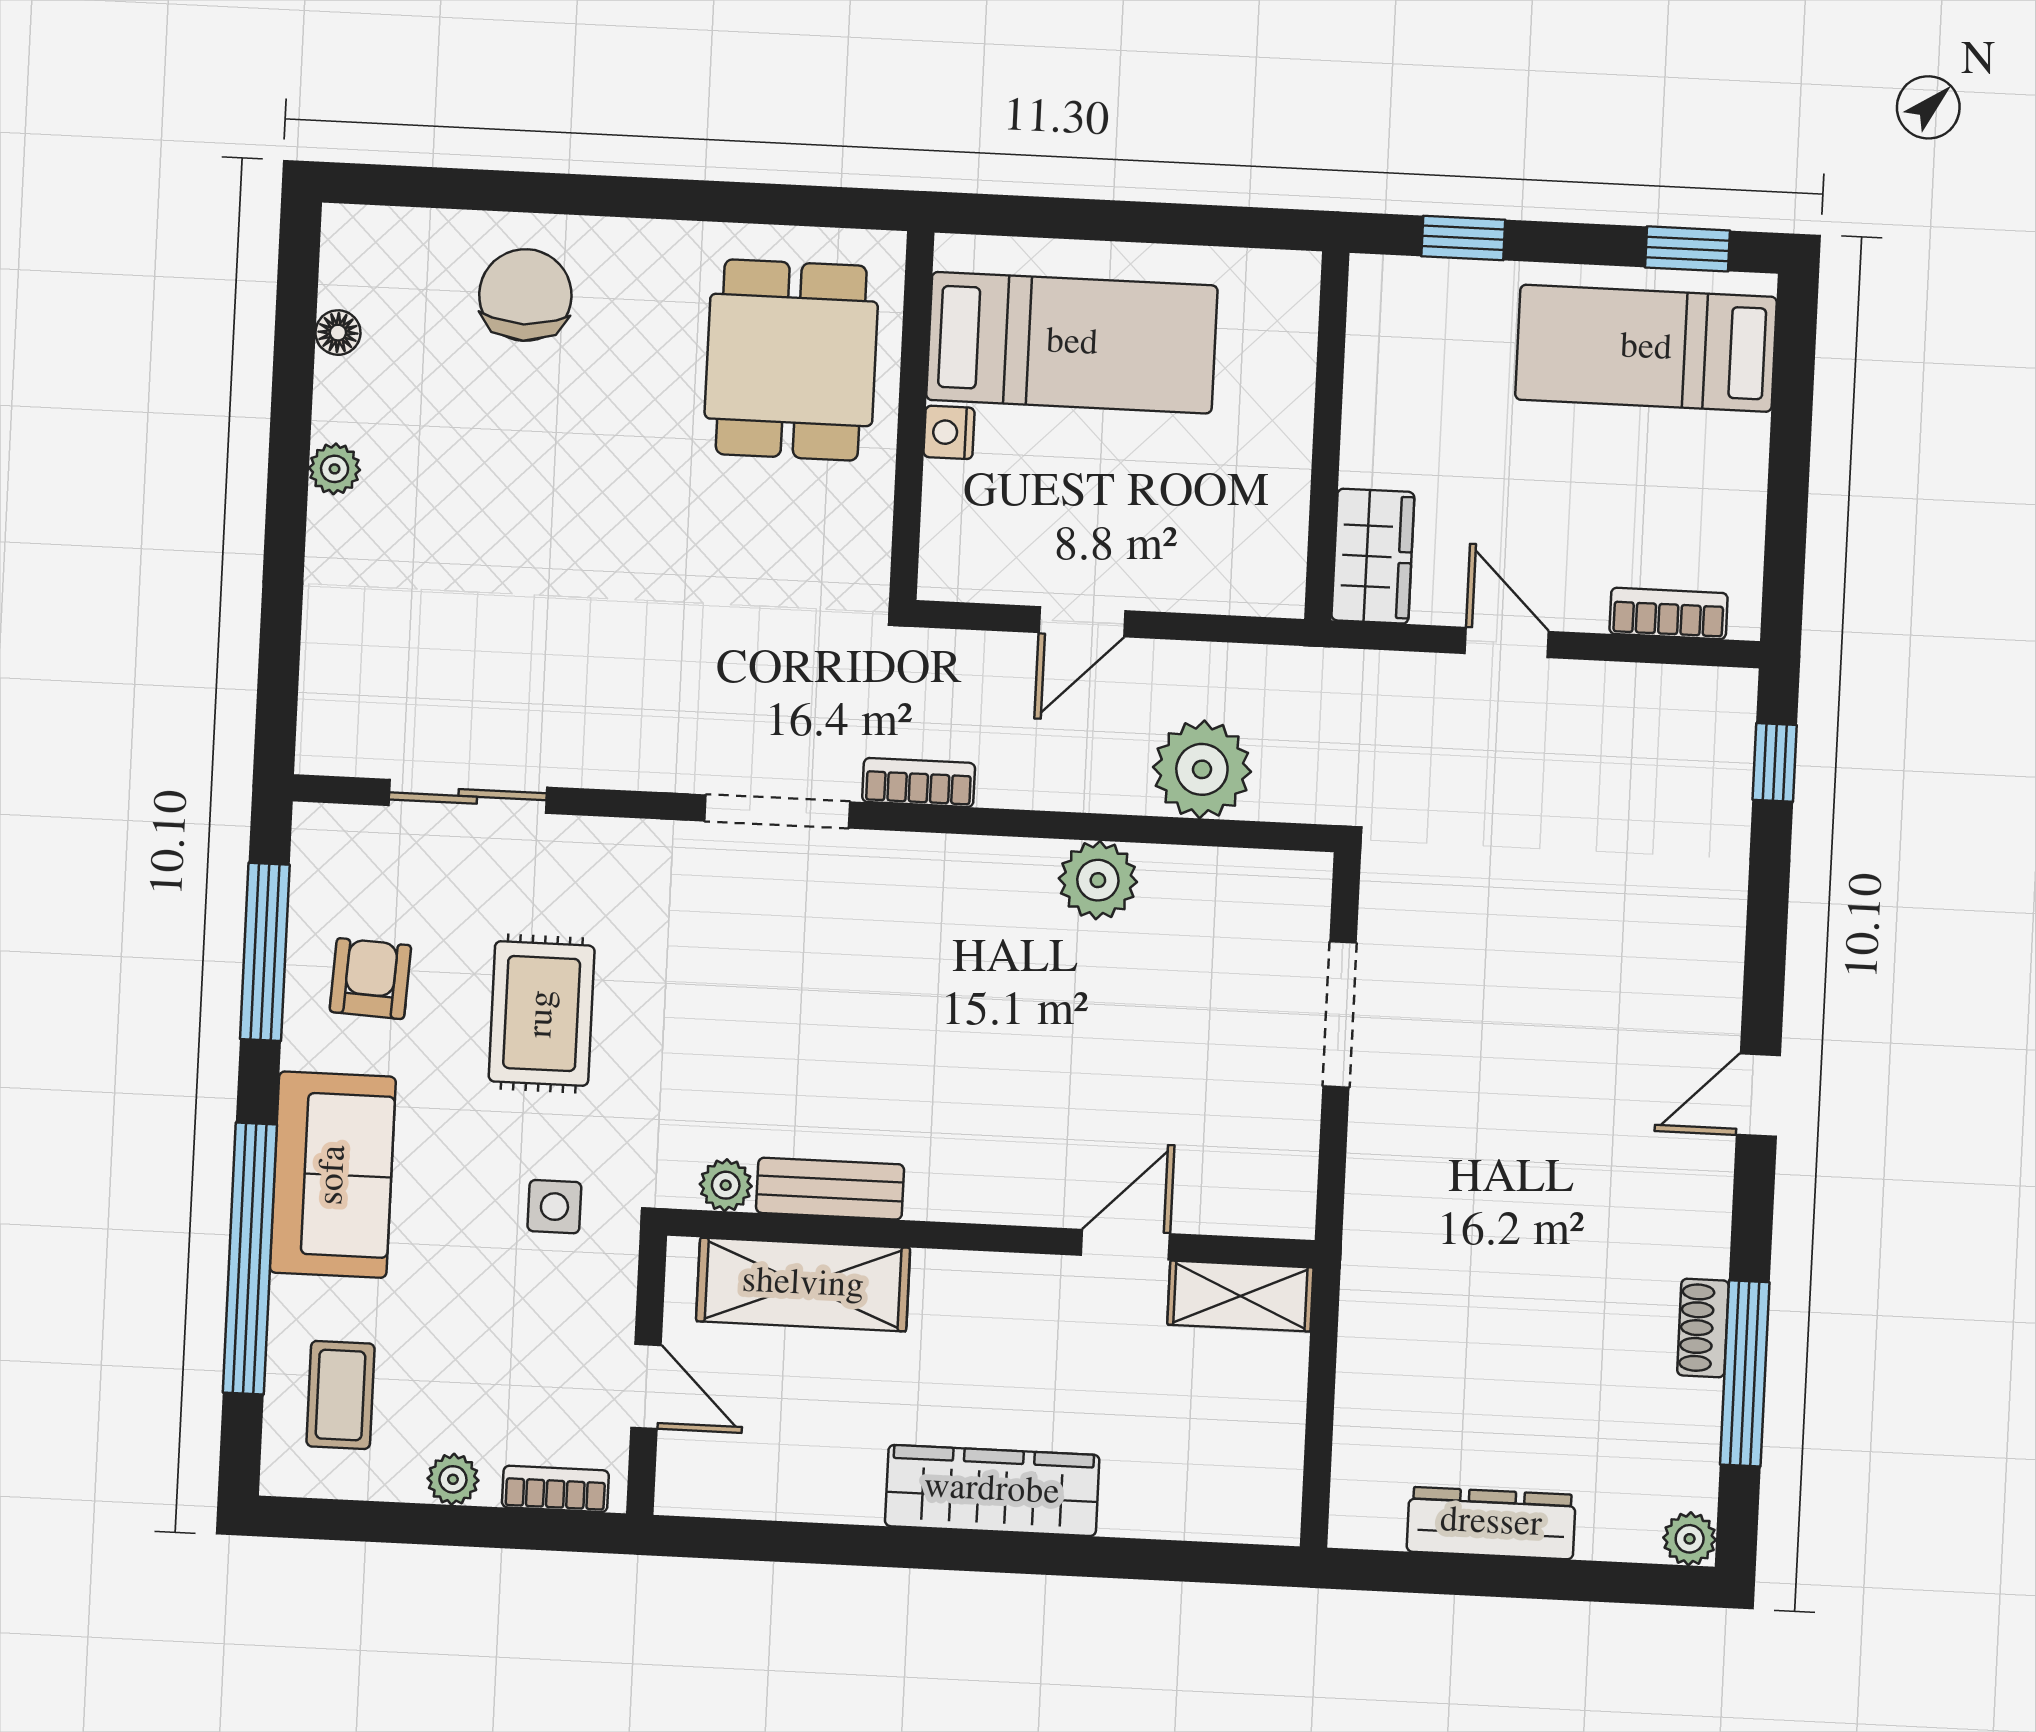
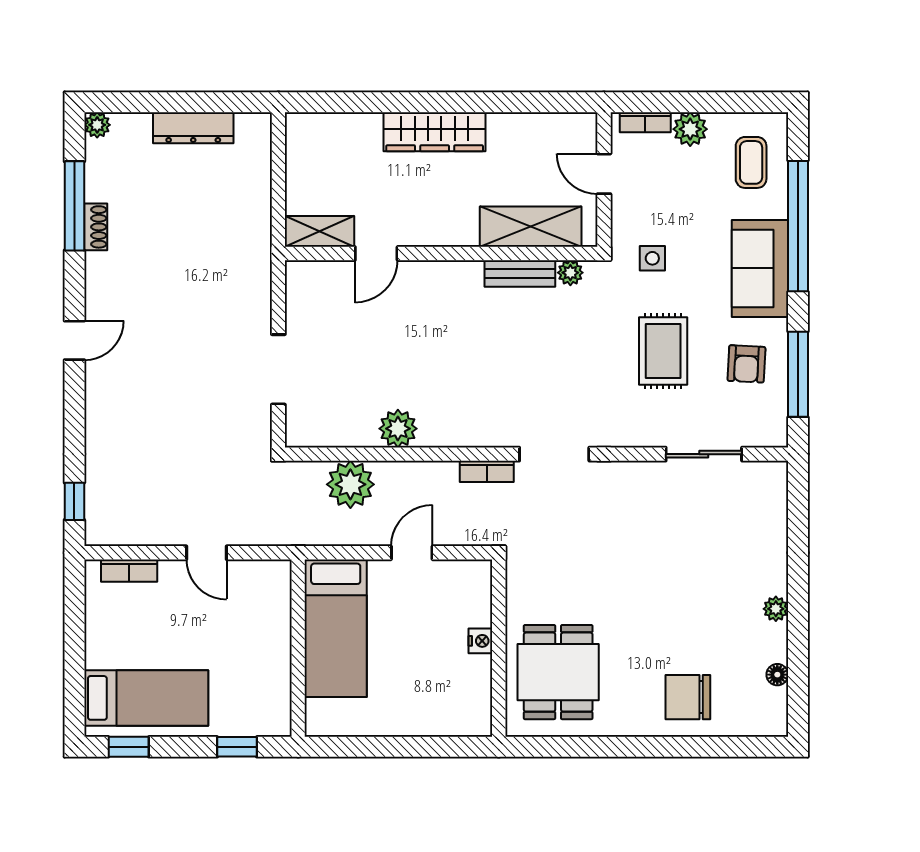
chair: (525, 295) -> (688, 697), turned 90
bed: (1072, 343) -> (336, 628), moved, turned -90
wardrobe: (1373, 556) -> (273, 591), removed
plant: (453, 1479) -> (690, 129), width x1.38, depth x1.38

